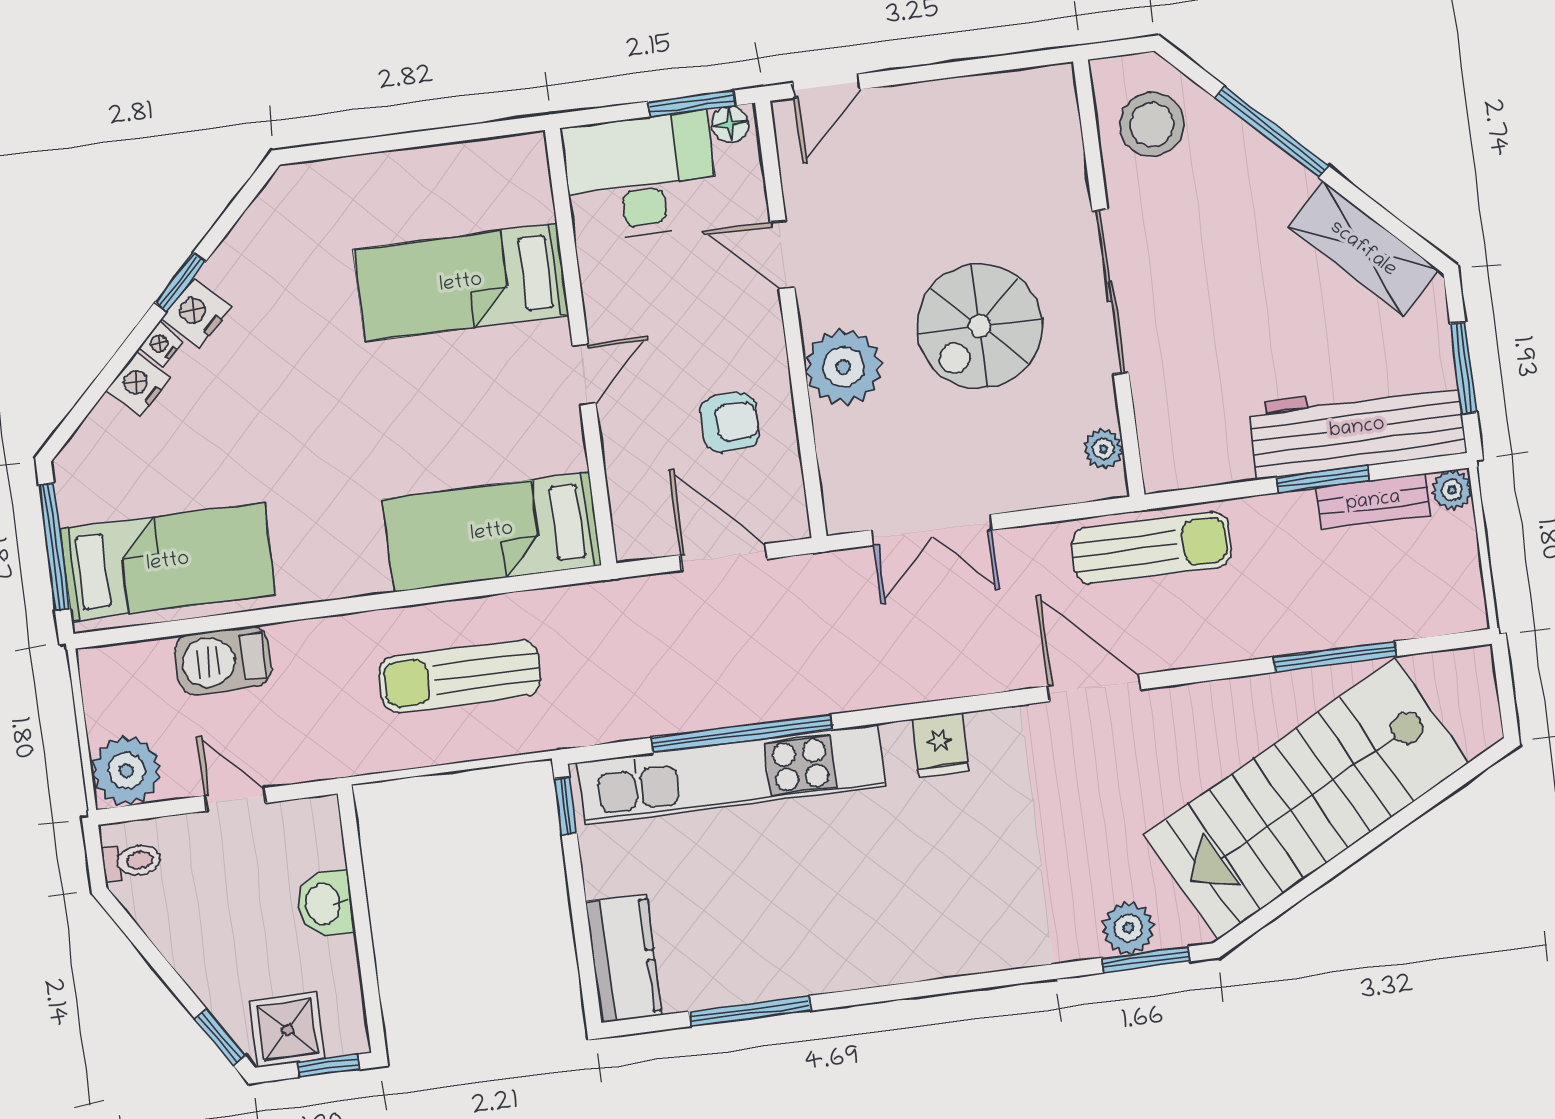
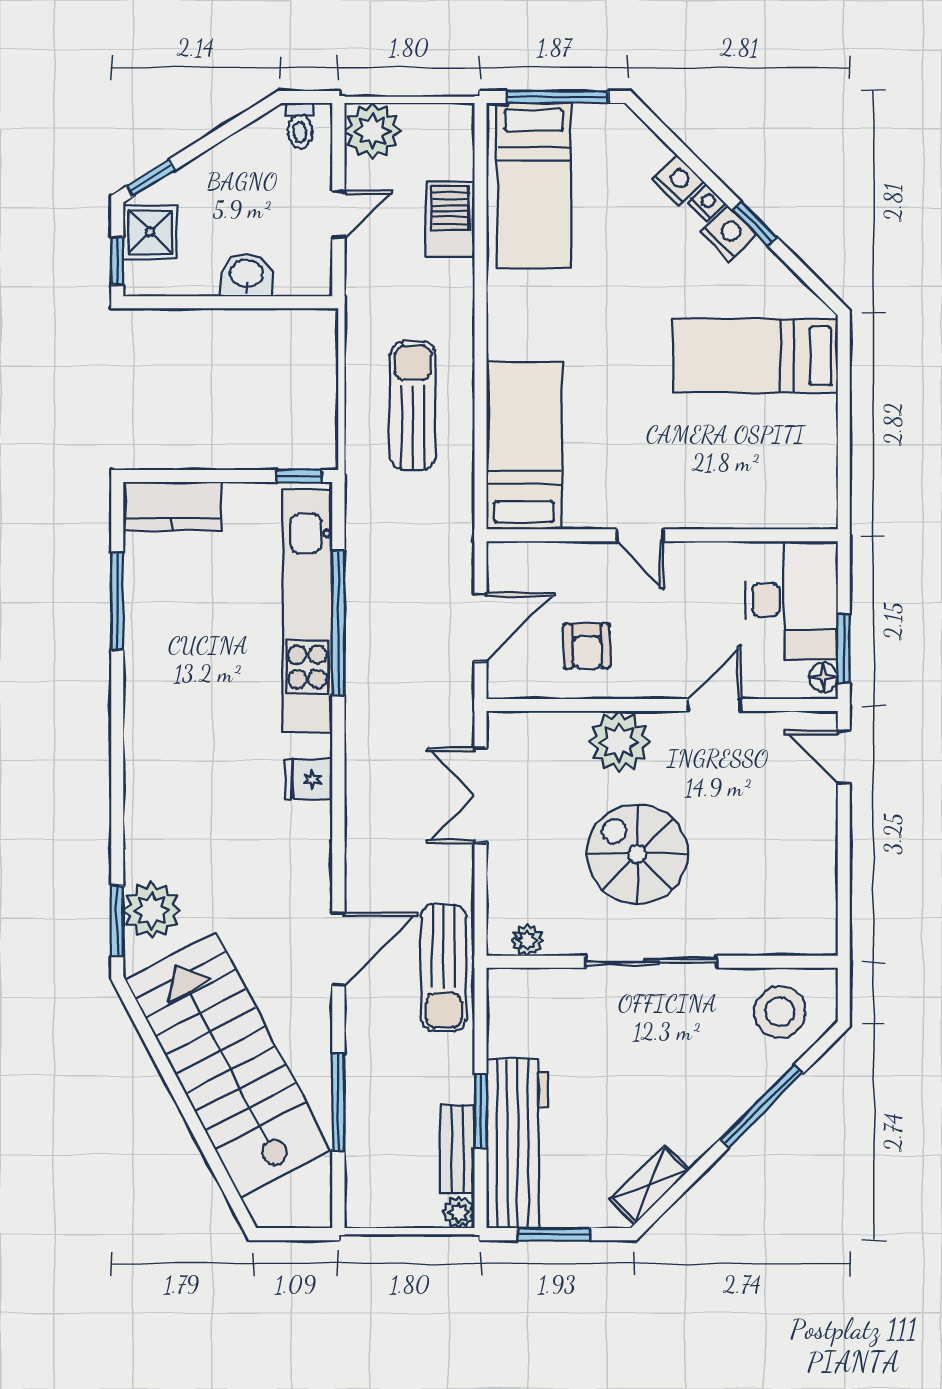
shelving: (1363, 249) -> (650, 1185), width x0.67, depth x0.75
bed: (461, 283) -> (755, 356), moved, turned -90
door: (1094, 688) -> (338, 949), moved
plant: (1128, 928) -> (152, 910), width x1.36, depth x1.36

